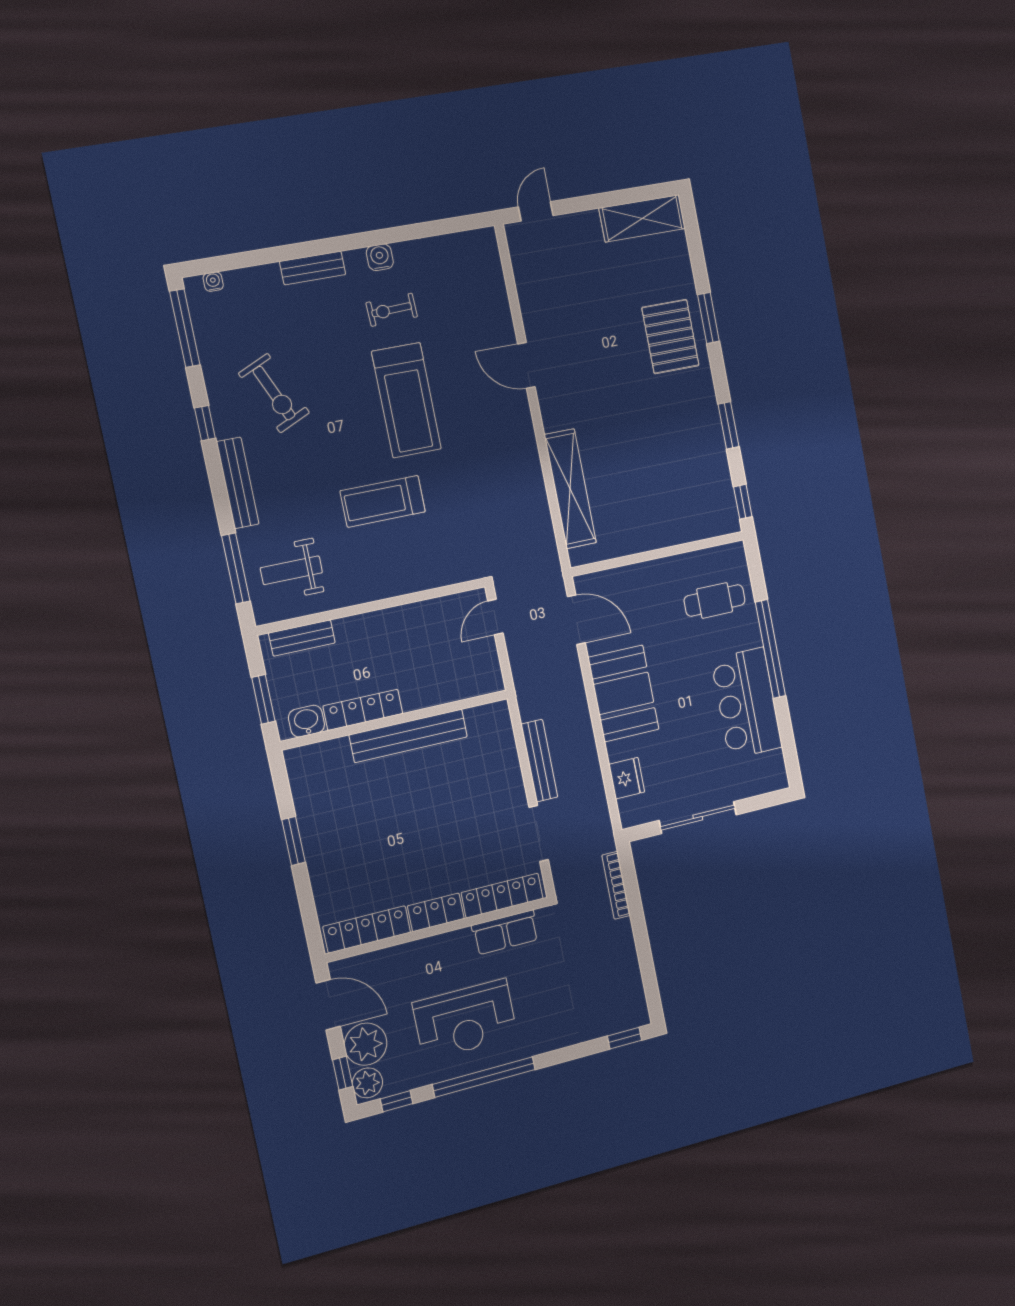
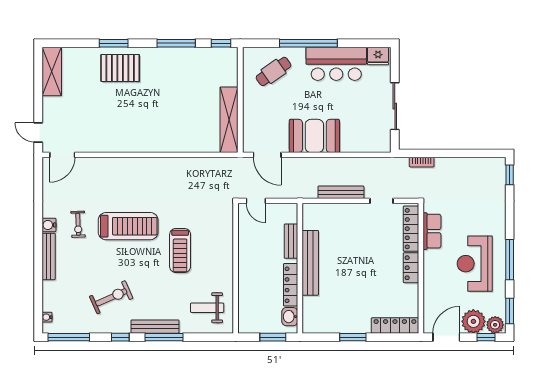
bench: (313, 268) -> (49, 256), width x1.36
door: (526, 365) -> (62, 155), moved
window: (729, 425) -> (176, 43), width x1.44
shelving: (570, 489) -> (229, 120), moved, turned 90
window: (236, 568) -> (164, 337), moved
weight bench: (291, 570) -> (207, 308), turned 90
cafe table: (715, 600) -> (274, 71), turned 55
door: (576, 620) -> (267, 155), swing flipped
bench: (302, 638) -> (291, 241), moved
fridge: (627, 778) -> (378, 56), moved, turned 180
doorway: (539, 833) -> (381, 201), width x0.73
bookcase: (616, 885) -> (422, 162), width x0.64
locker: (367, 929) -> (395, 325), moved, turned 90
reception desk: (465, 1020) -> (475, 264), turned 180
window: (484, 1077) -> (510, 260), width x0.68
window: (396, 1101) -> (510, 311), width x1.50

